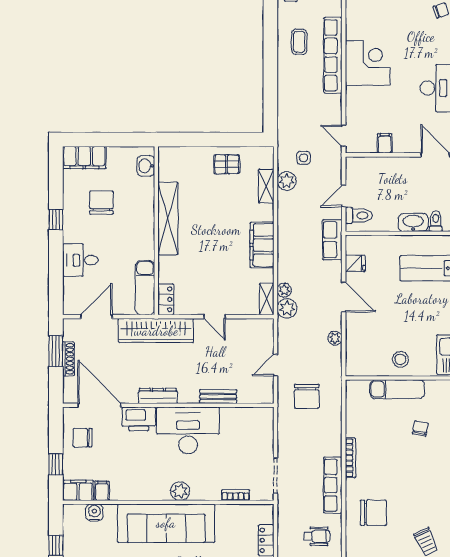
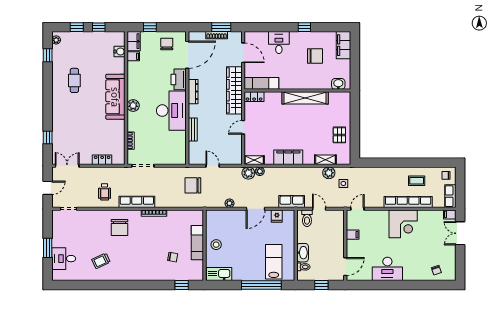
sofa: (166, 523) -> (115, 97), width x0.74, depth x0.79

